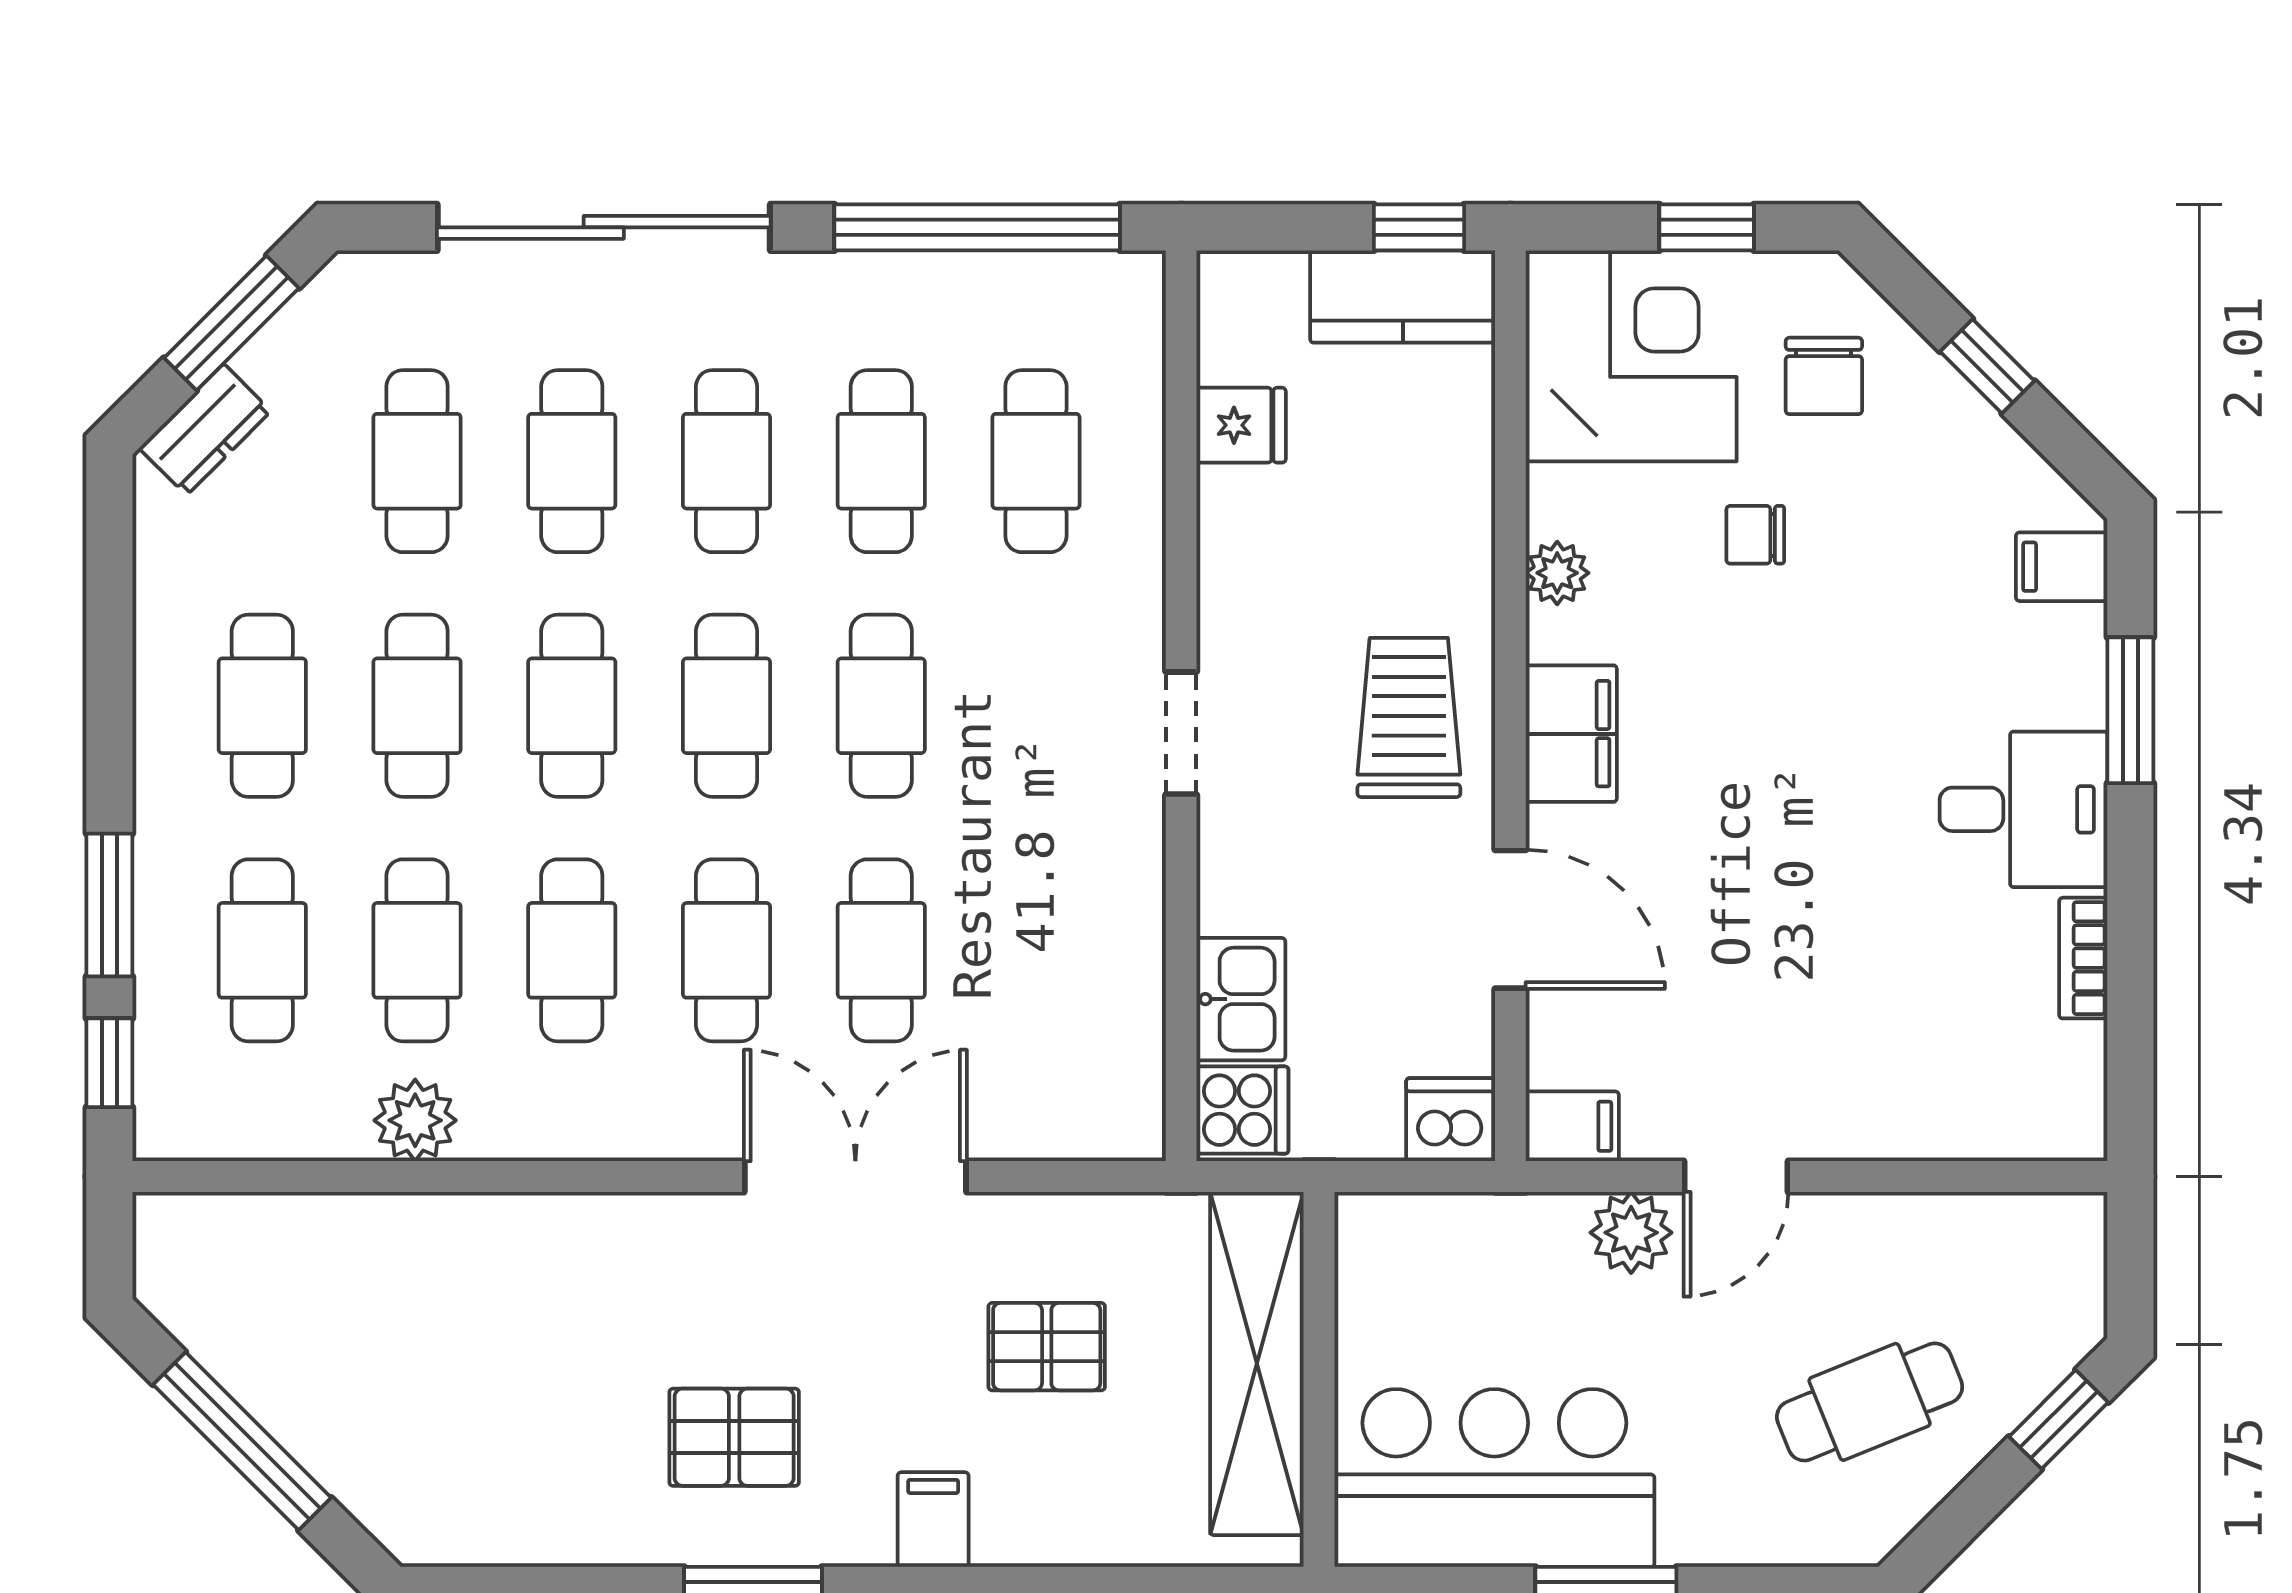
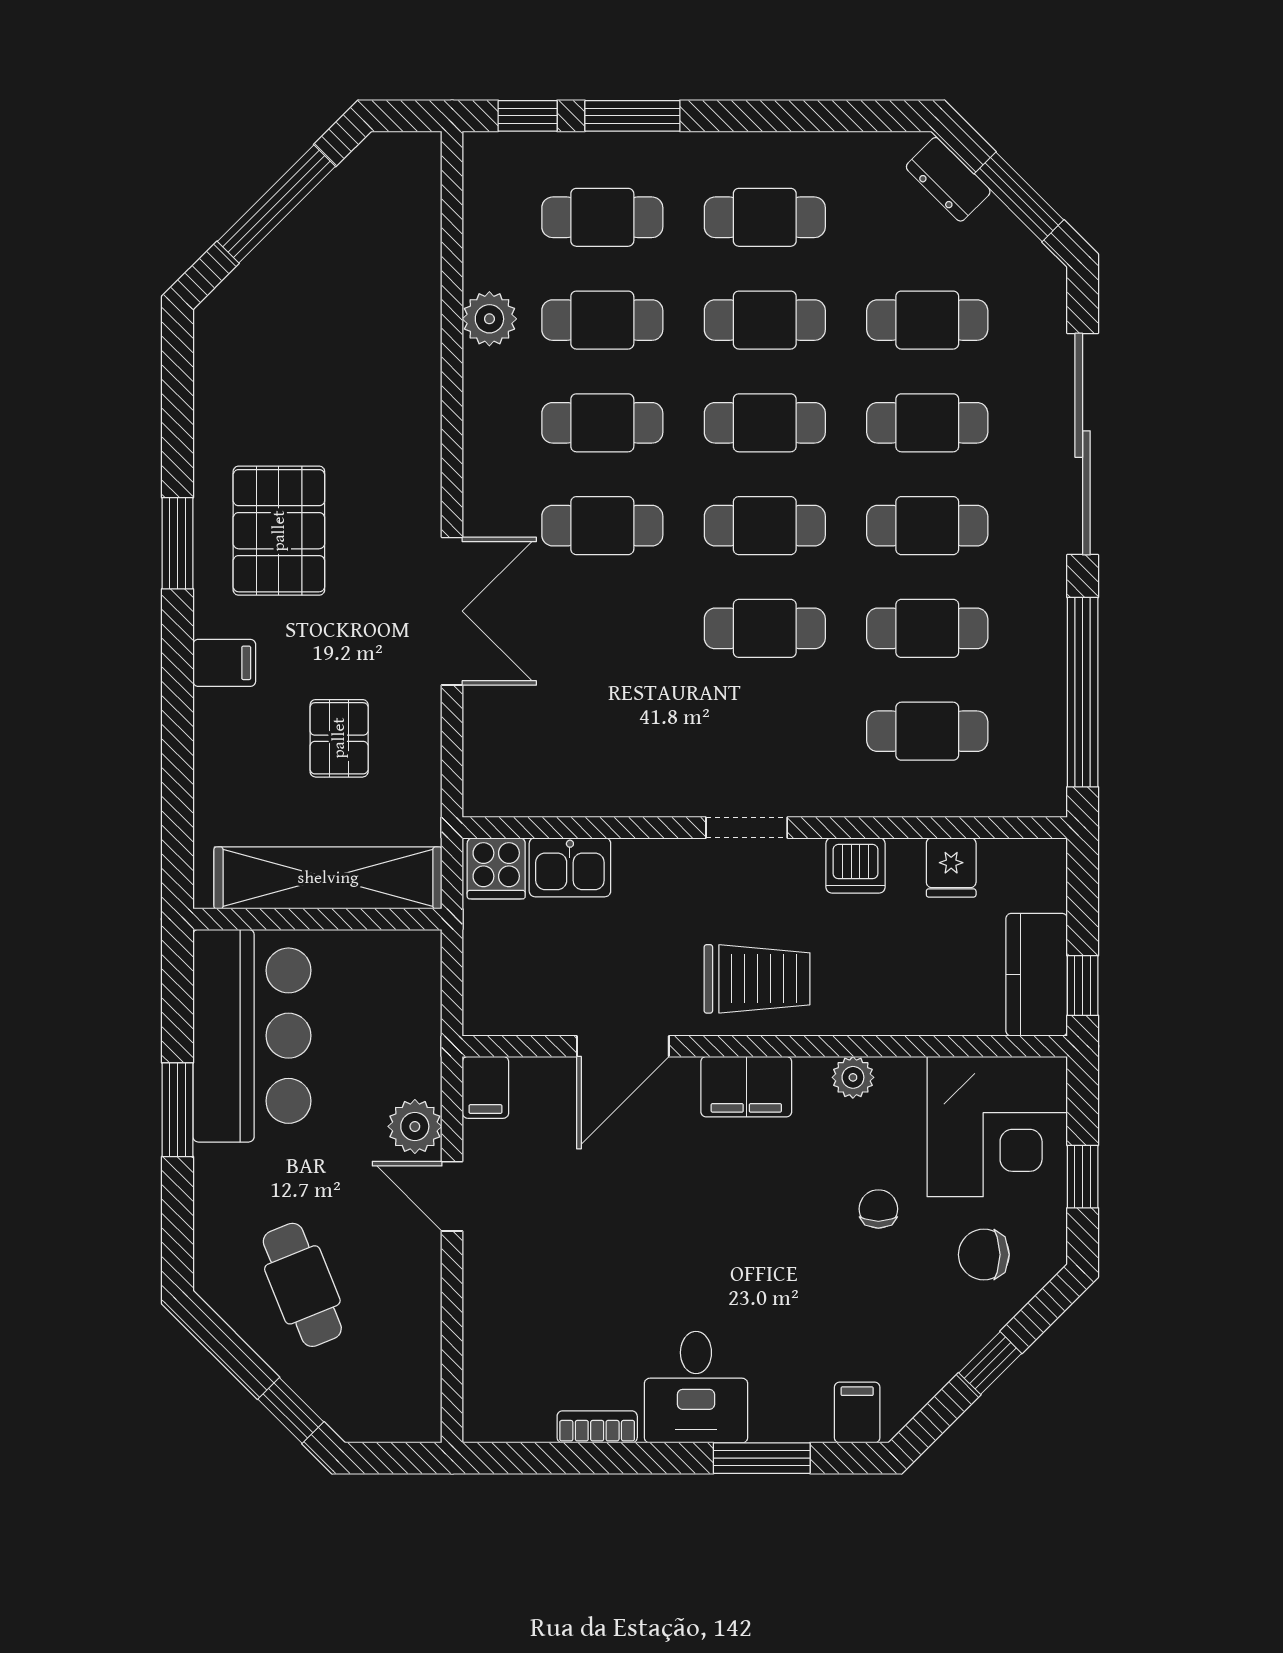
cafe table: (881, 950) -> (602, 628), removed
dishwasher: (1451, 1120) -> (855, 865), moved, turned 90
pallet: (734, 1437) -> (279, 531), width x1.50, depth x1.42

